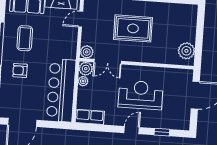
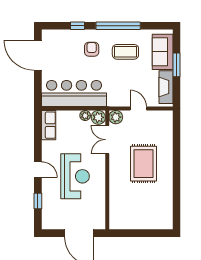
door: (81, 19) -> (138, 109), moved
plant: (186, 51) -> (124, 221), removed

